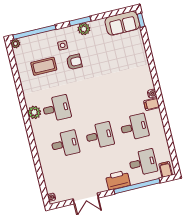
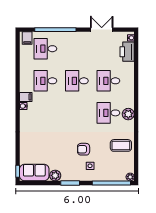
plant: (84, 29) -> (55, 175), moved
coffee table: (44, 66) -> (121, 145), moved
printer: (118, 180) -> (127, 52), moved, turned 90

